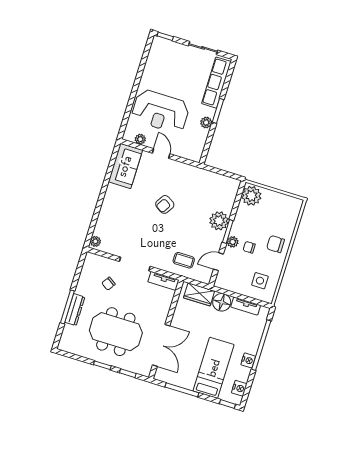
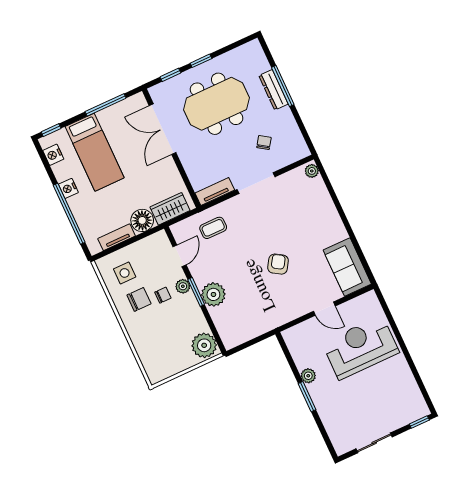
row of seats: (216, 83) -> (332, 422), removed
plant: (140, 139) -> (356, 304), removed
chair: (276, 244) -> (139, 299), moved

